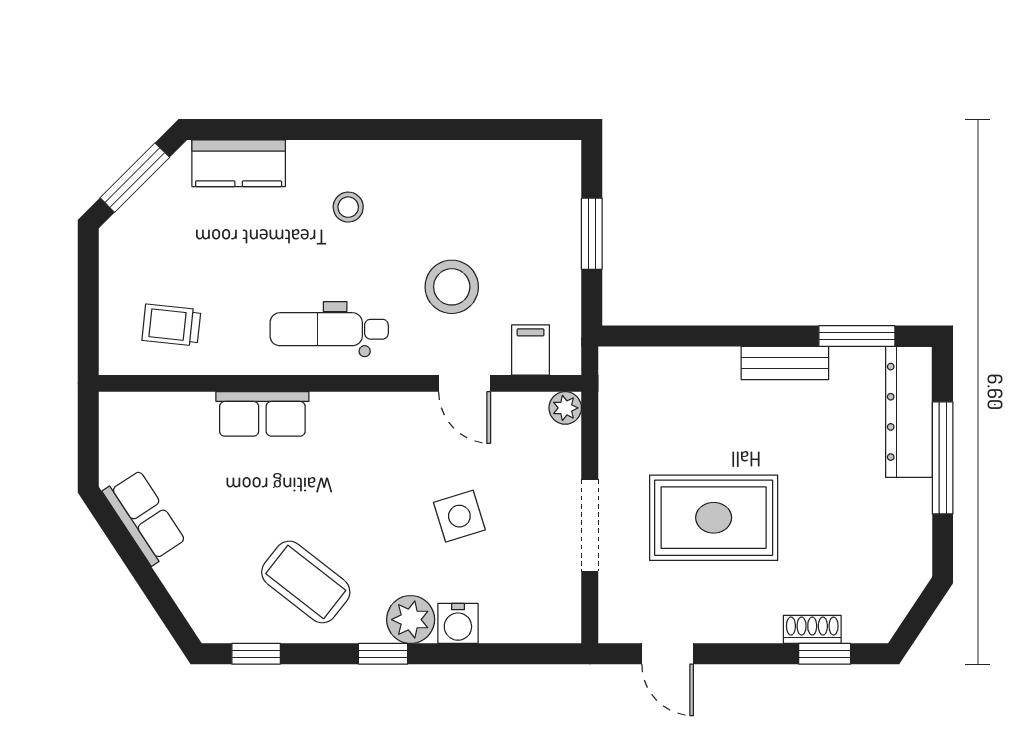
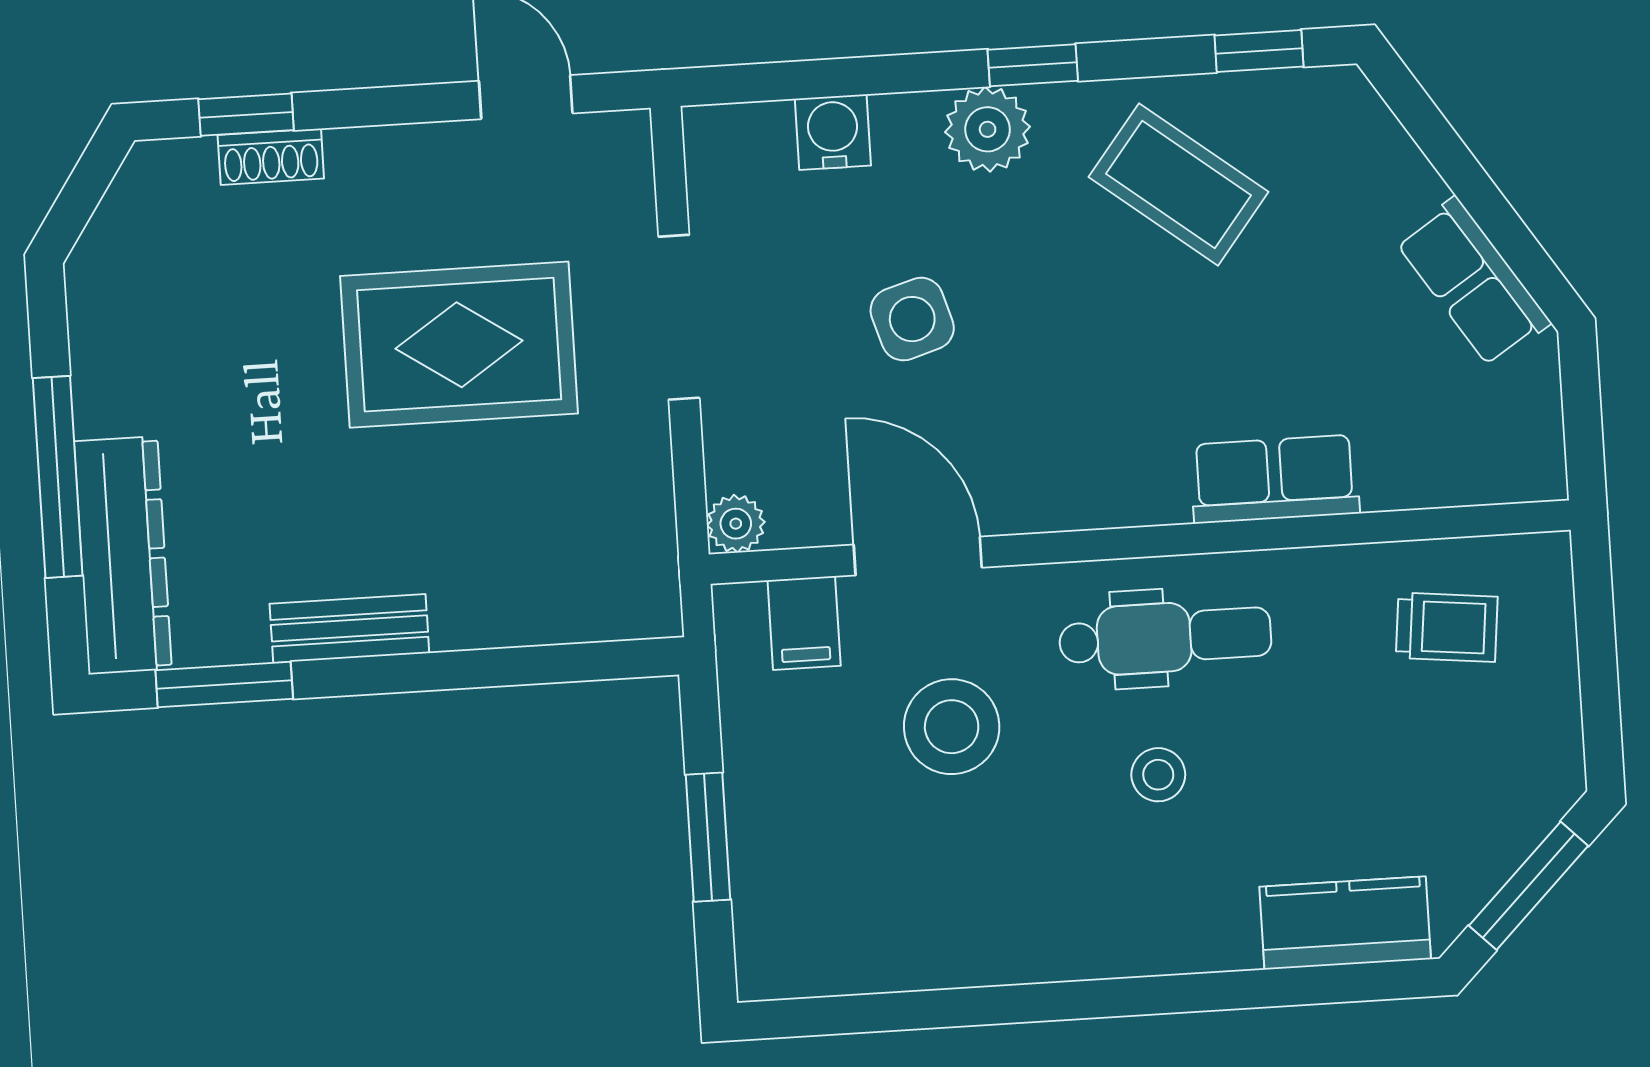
stool: (348, 207) -> (1158, 775), moved
door: (465, 383) -> (918, 556), width x1.38
water cooler: (458, 623) -> (833, 132), moved

